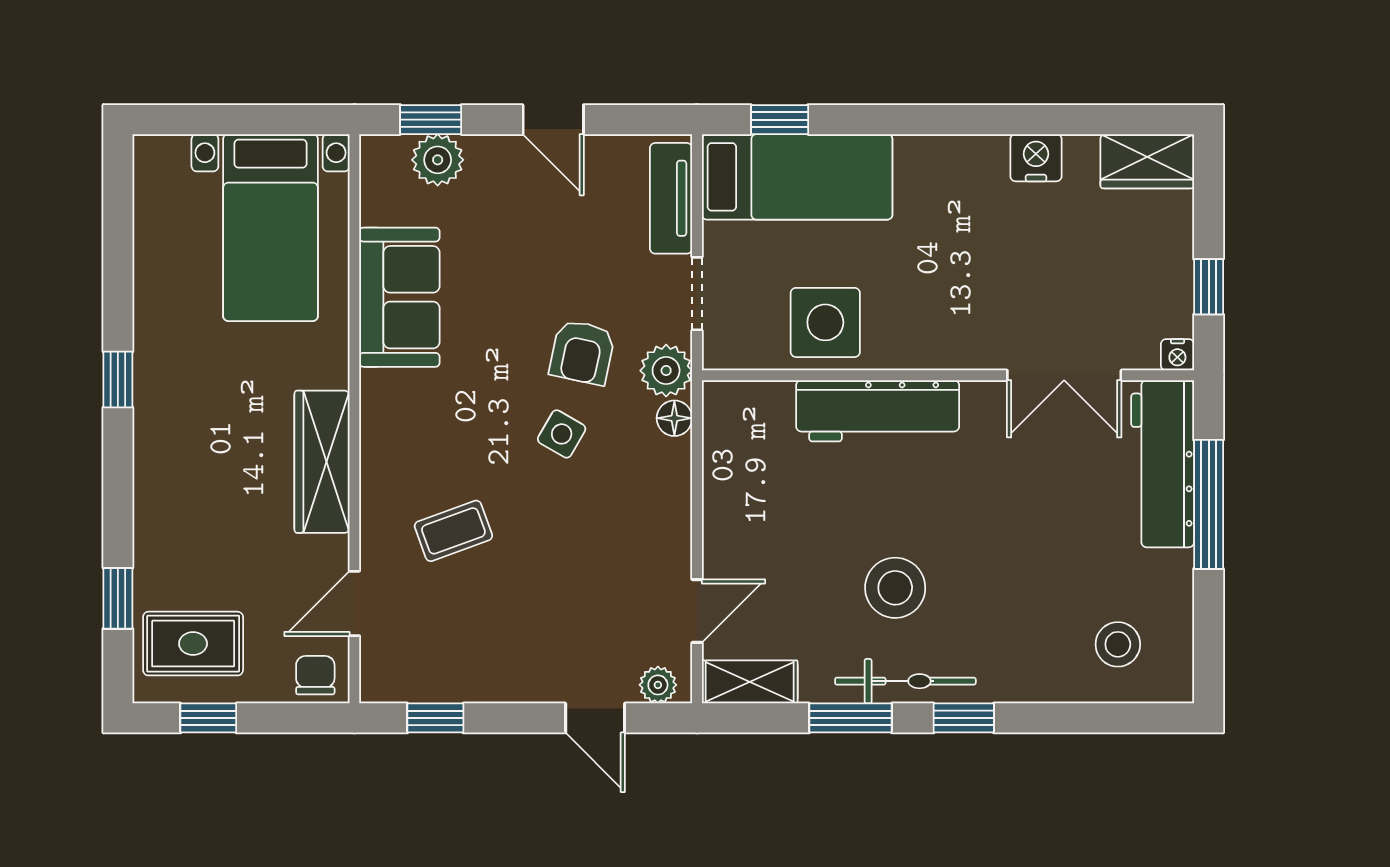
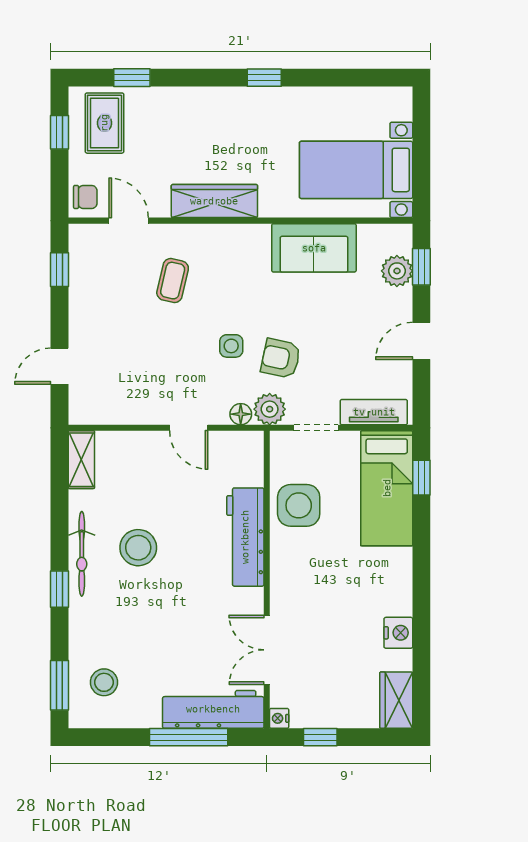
side table: (562, 434) -> (231, 346), turned -30
coffee table: (453, 531) -> (173, 281), turned 33
door: (697, 611) -> (189, 428), moved
plant: (658, 685) -> (79, 404), removed
window: (850, 718) -> (60, 685), moved

